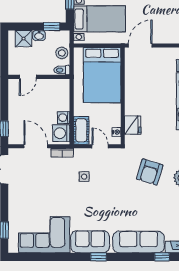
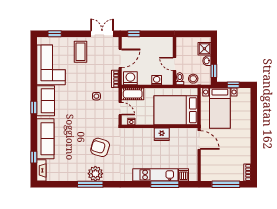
door: (28, 77) -> (174, 64), moved
washing machine: (64, 118) -> (157, 80), moved
fridge: (133, 125) -> (162, 134), moved
door: (100, 146) -> (120, 109), hinge flipped
coffee table: (27, 197) -> (81, 52), added

